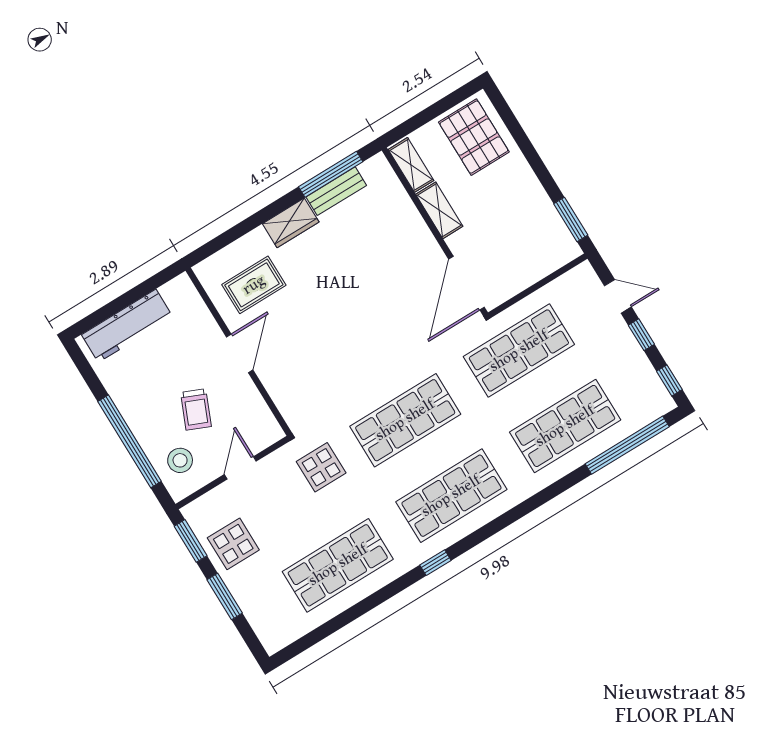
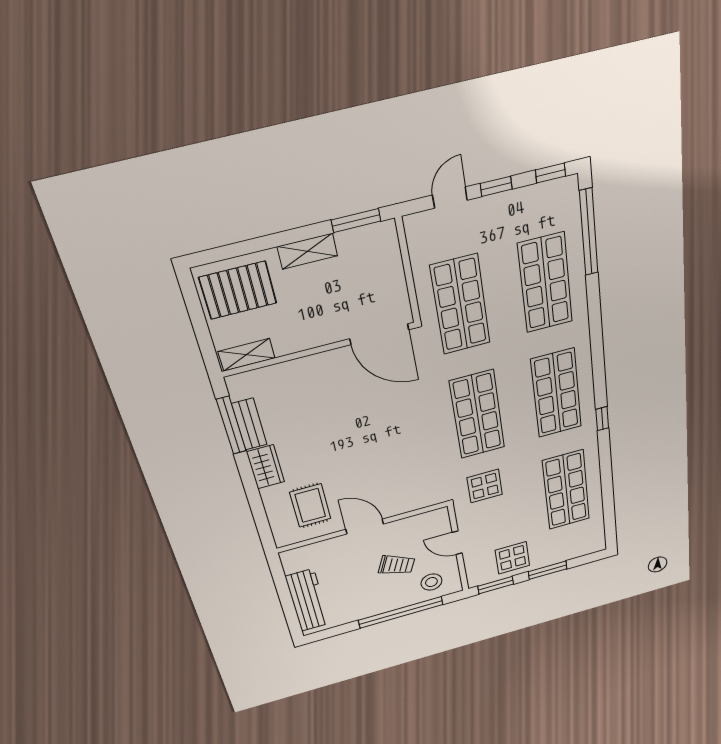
shelving: (439, 210) -> (307, 251), moved

